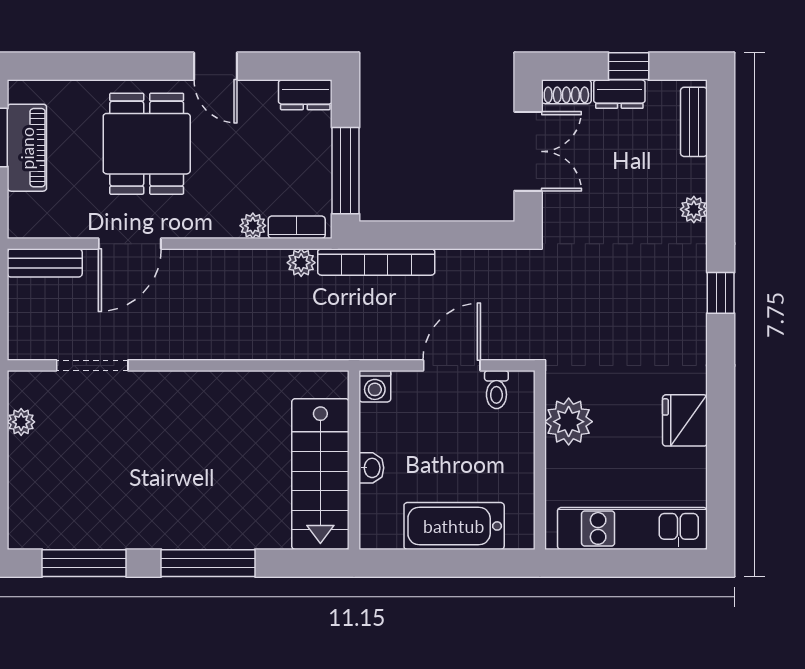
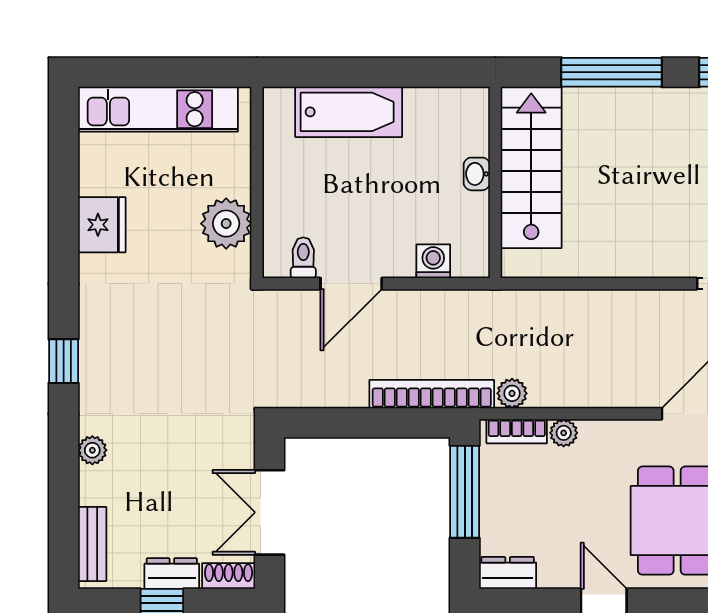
wall: (354, 460) -> (495, 182), moved
washbasin: (371, 468) -> (477, 174), moved
stairs: (320, 474) -> (531, 167), moved

